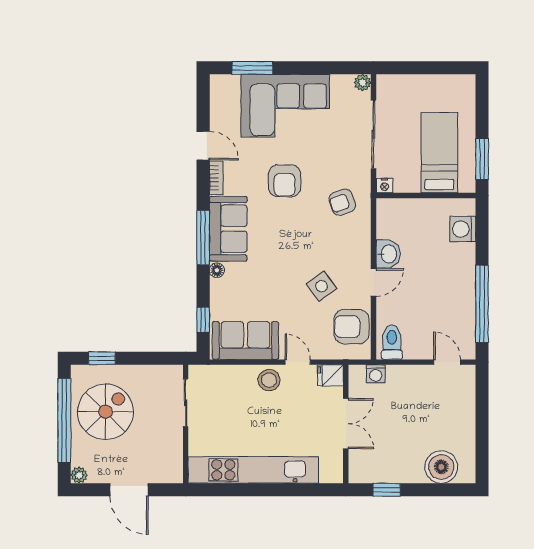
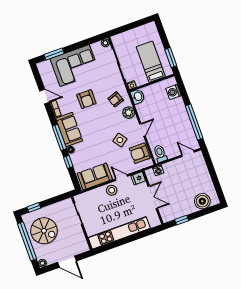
plant: (359, 238) -> (129, 113), added
washbasin: (388, 254) -> (138, 96), moved
window: (203, 320) -> (68, 162), moved
spiral stairs: (105, 412) -> (44, 231), turned 90

